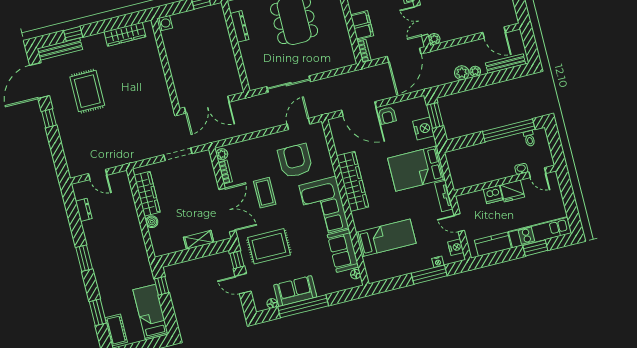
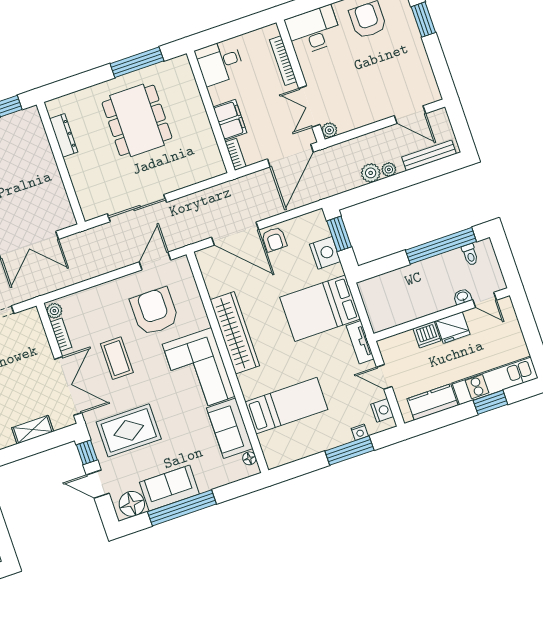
floor lamp: (272, 303) -> (132, 504), width x1.89, depth x1.89

